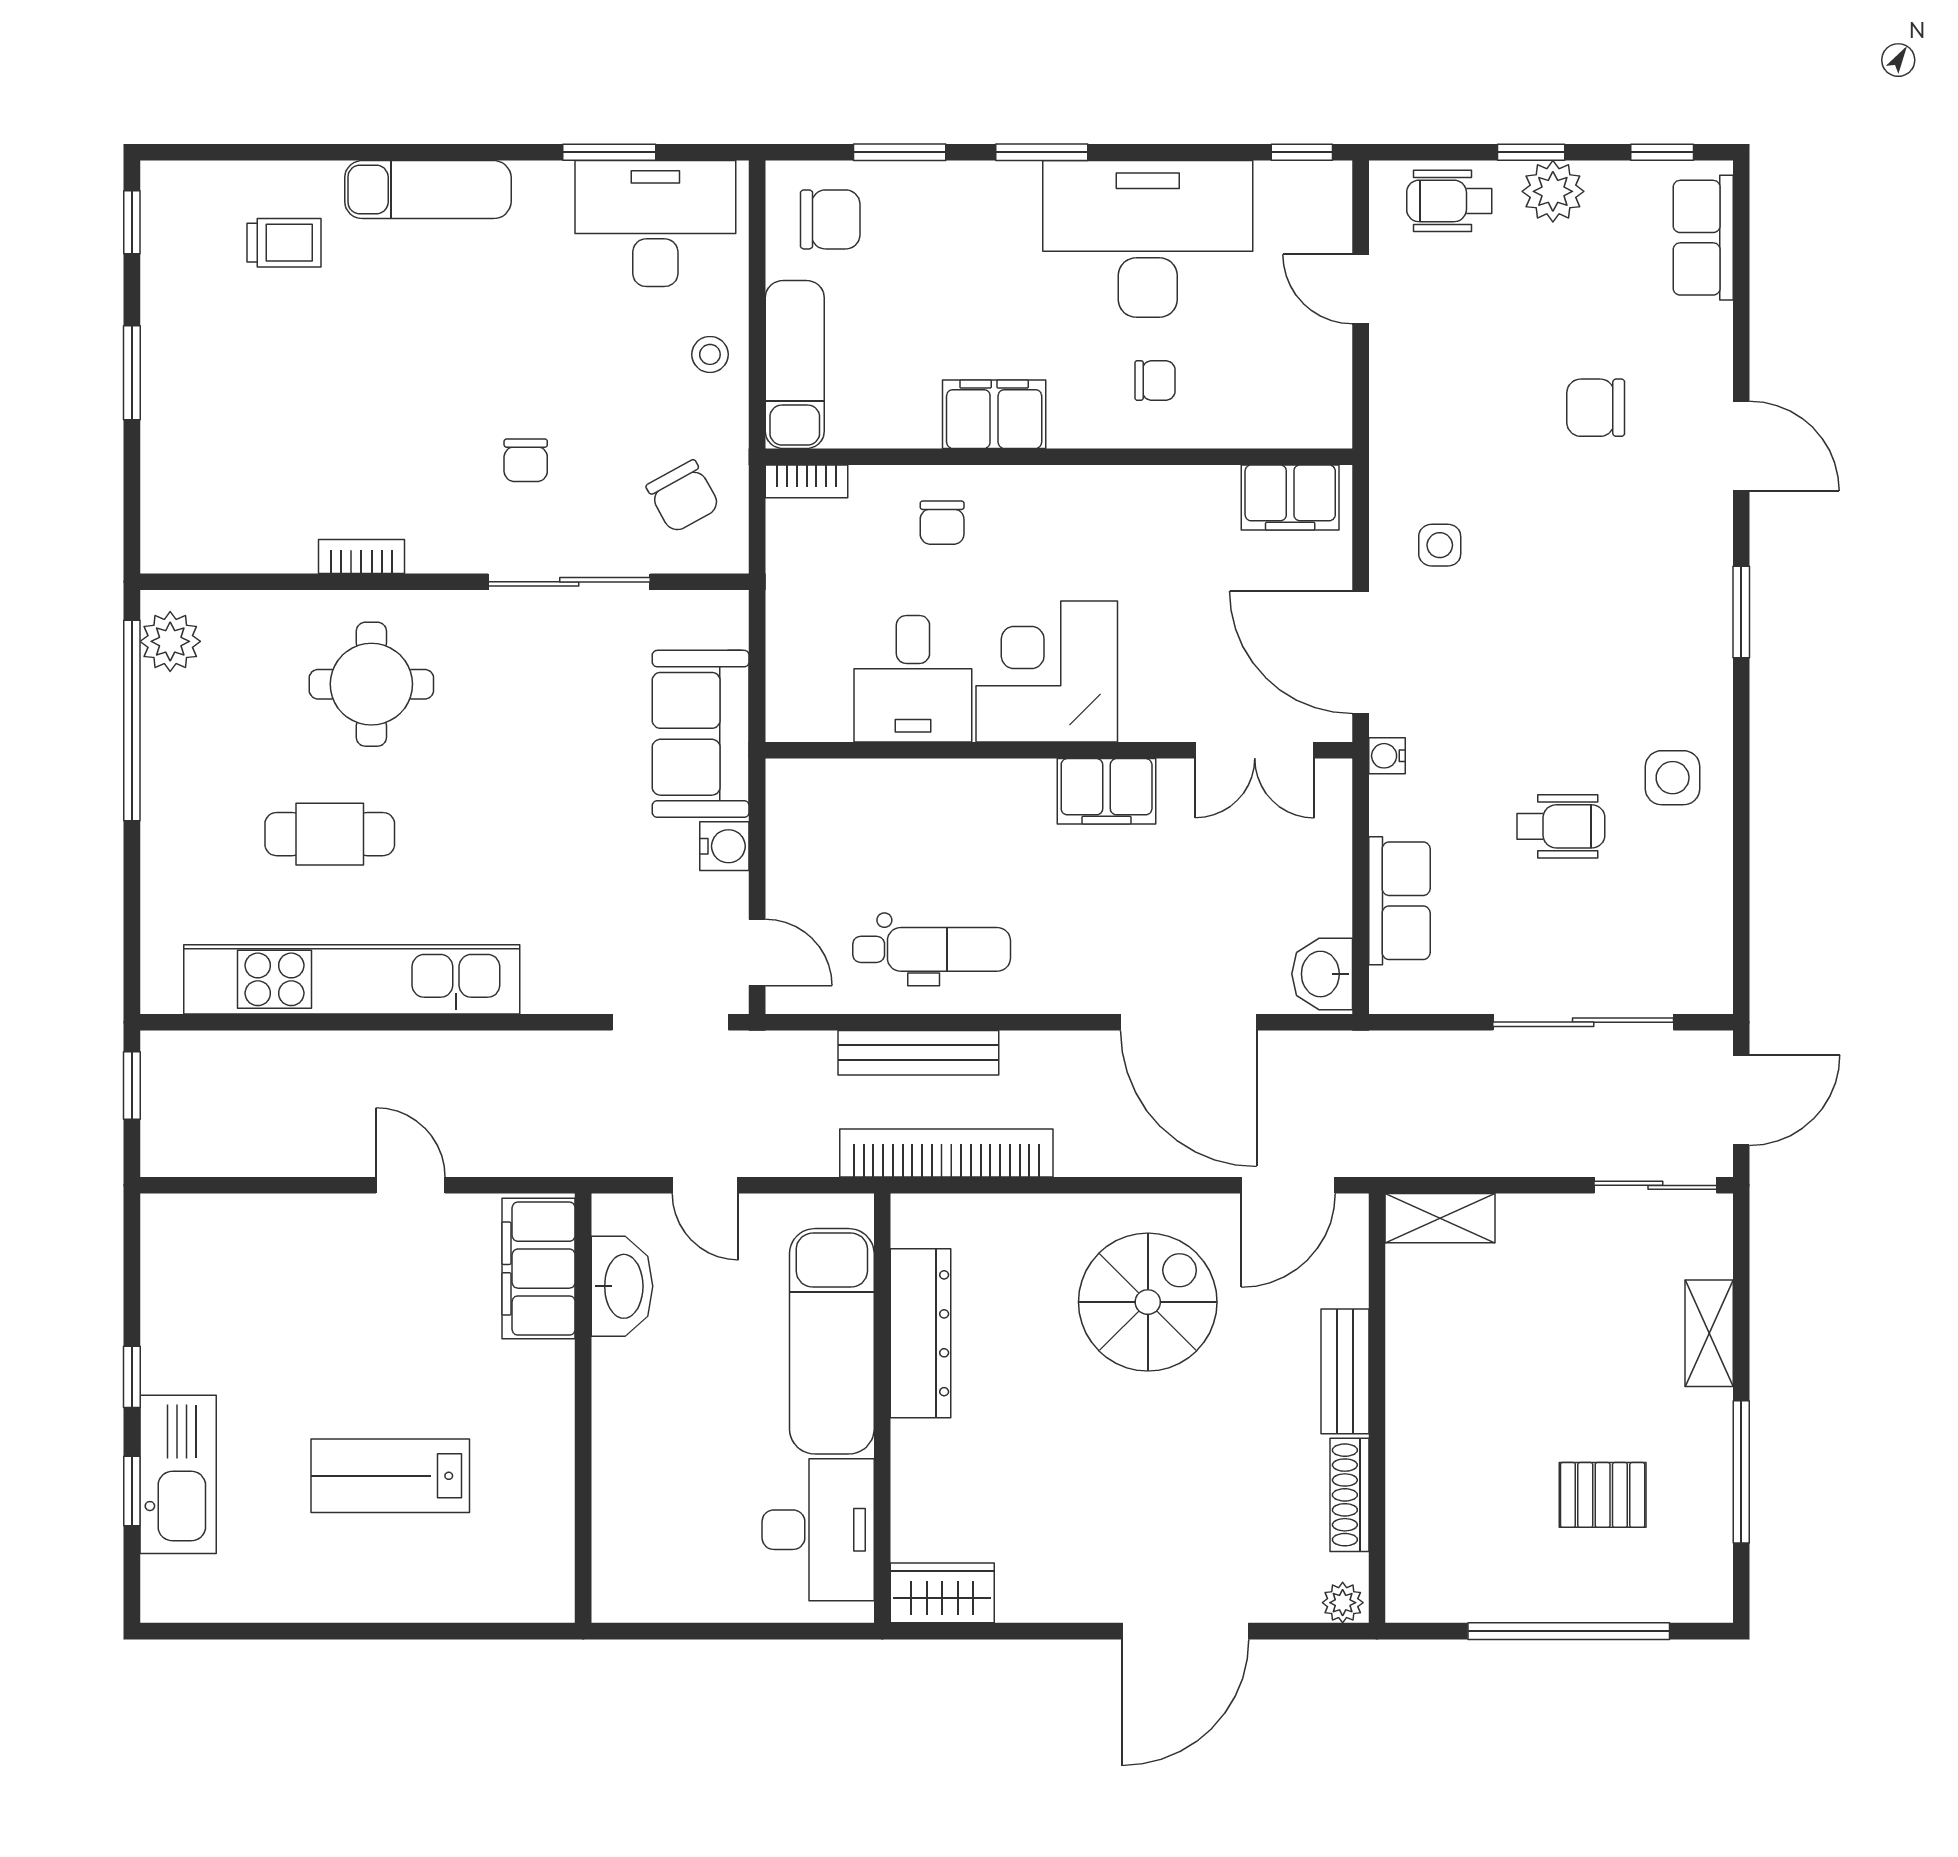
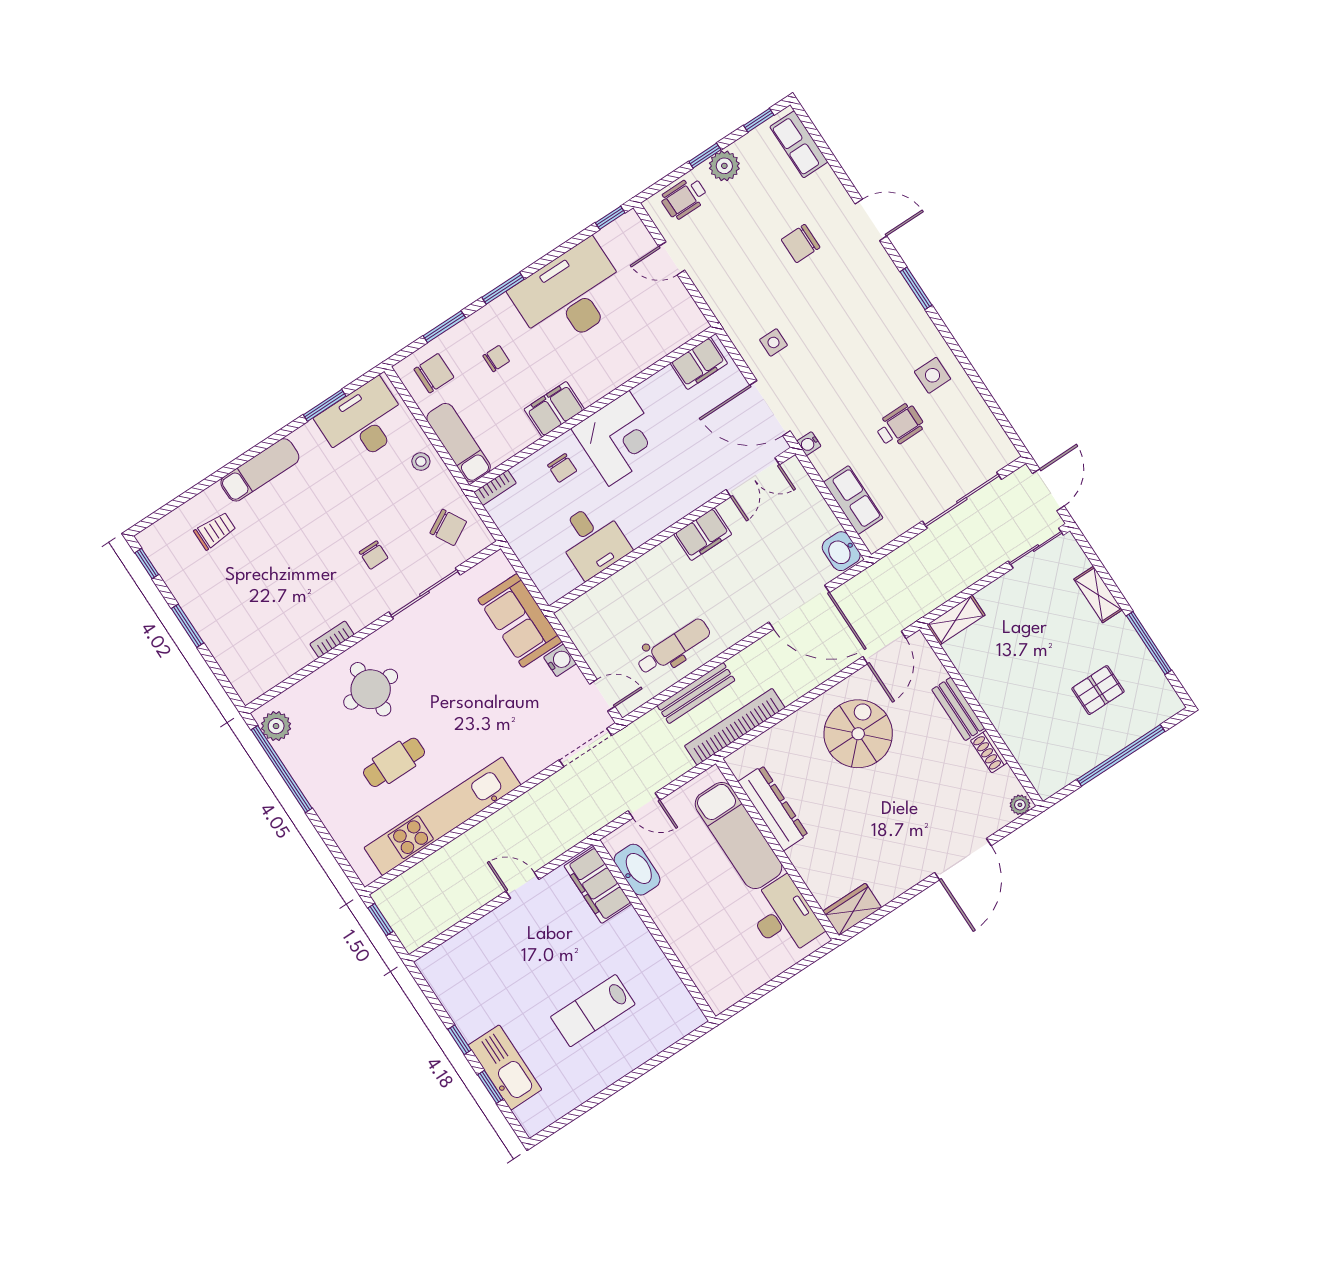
chair: (1155, 380) -> (496, 359), moved
corner desk: (1047, 672) -> (619, 438), moved, turned 180
shoe rack: (1349, 1495) -> (989, 752), width x0.70

